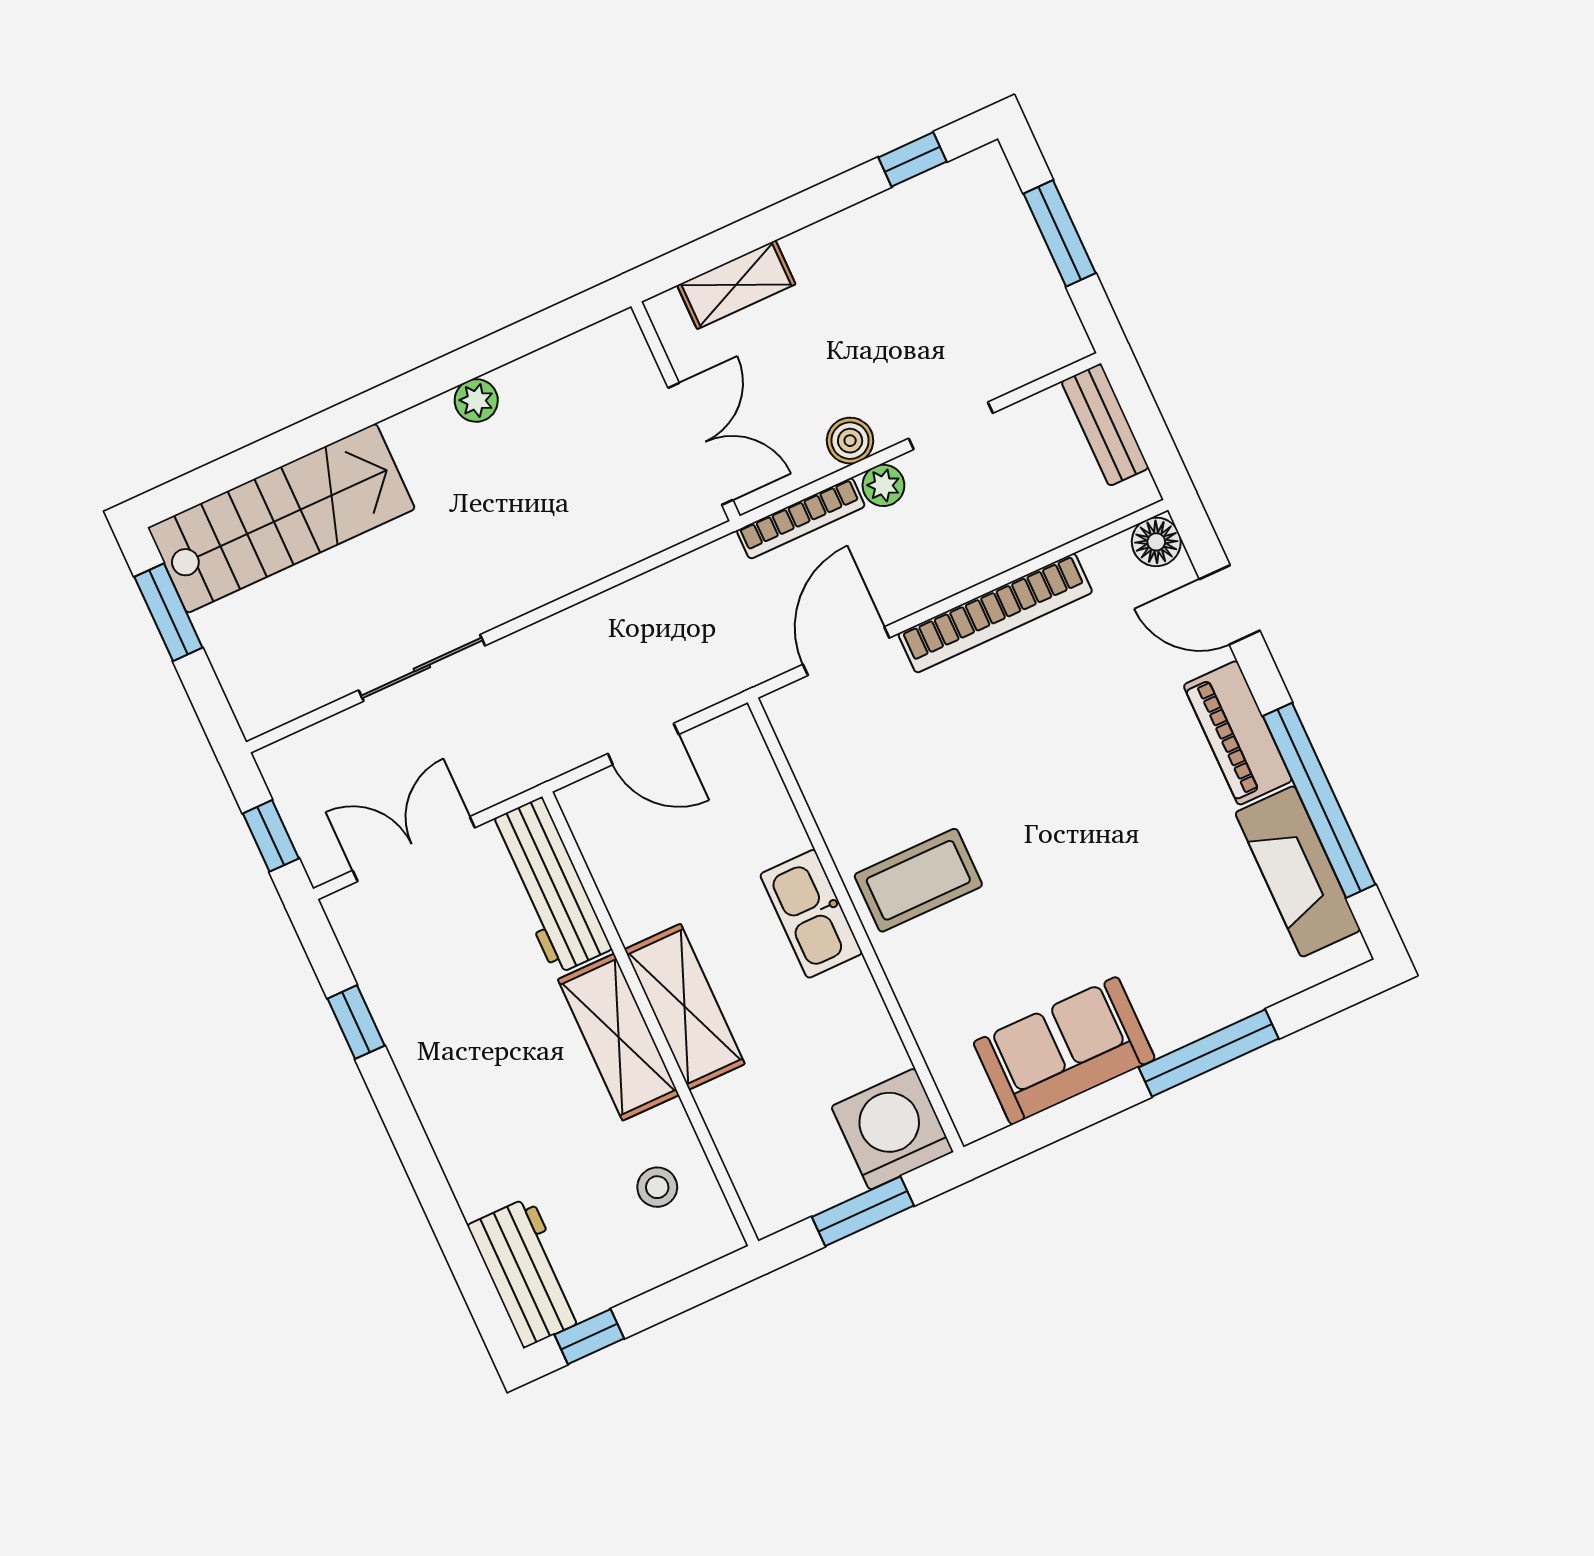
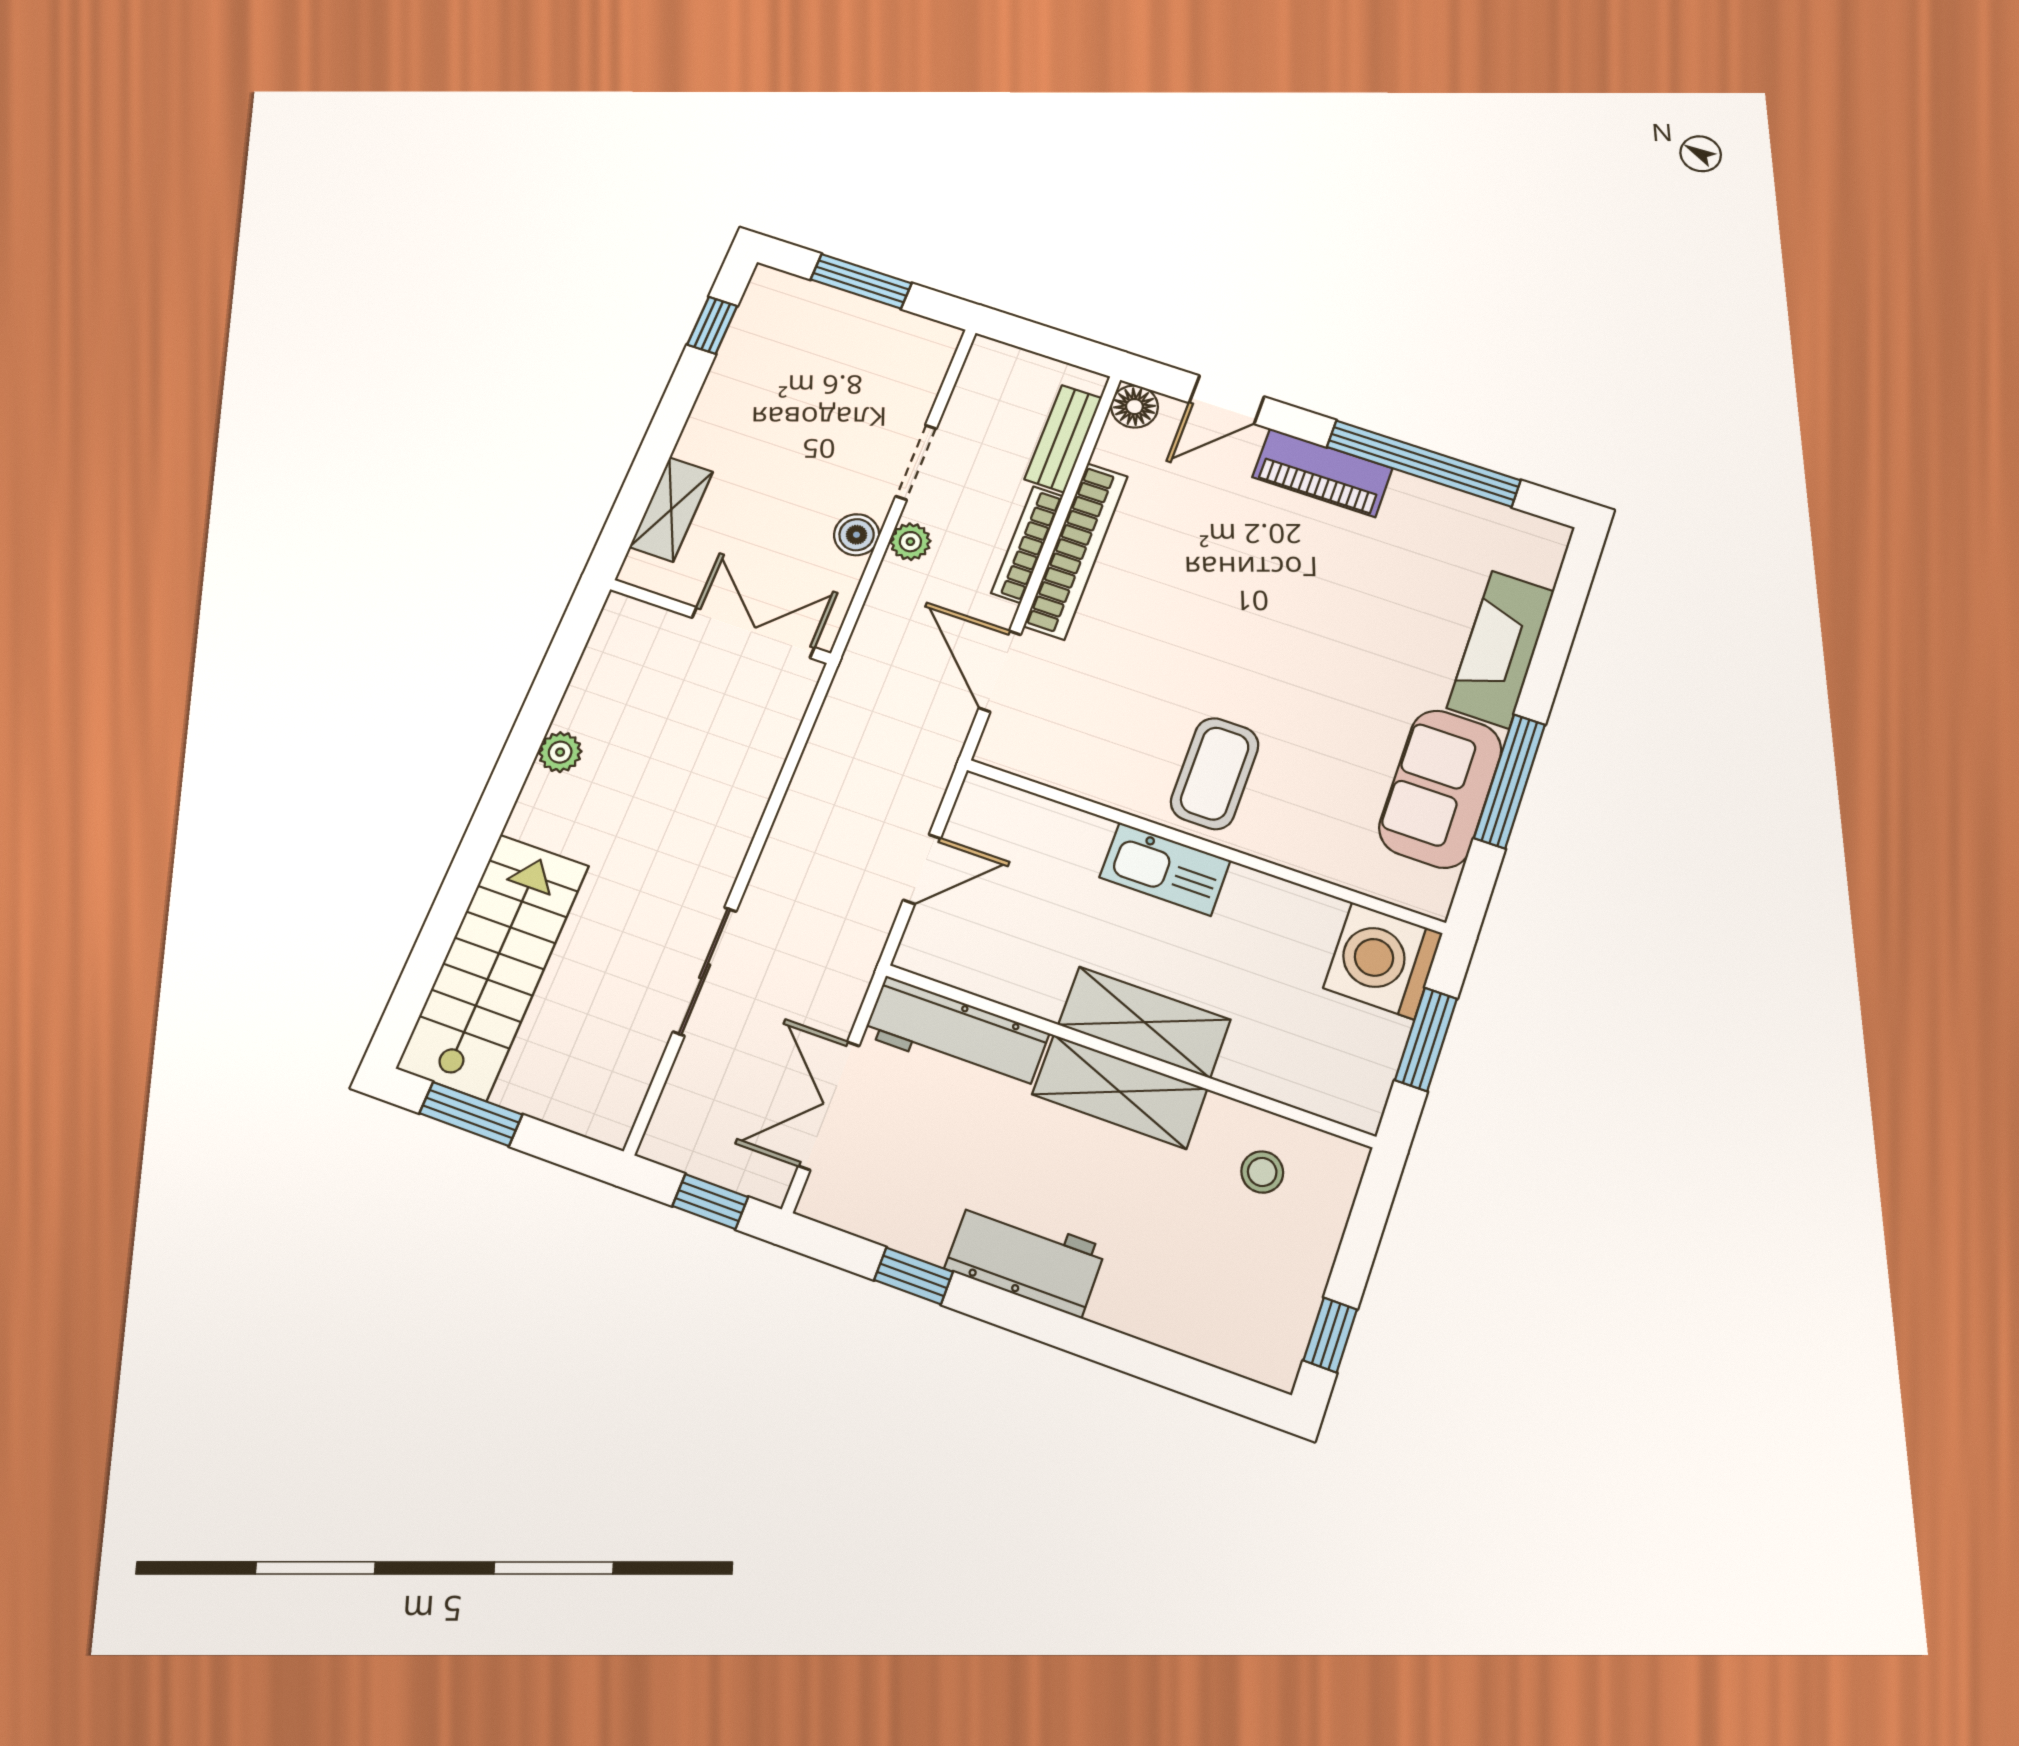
bench: (1105, 425) -> (1063, 439), moved, turned 90
bookcase: (801, 518) -> (1027, 544), moved, turned 180
fireplace: (1298, 871) -> (1501, 649), moved, turned 90
window: (1209, 1053) -> (1510, 781), moved
workbench: (527, 1272) -> (1025, 1258), moved

